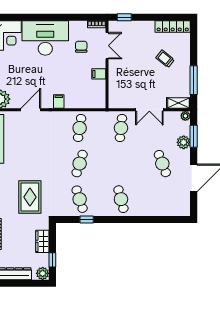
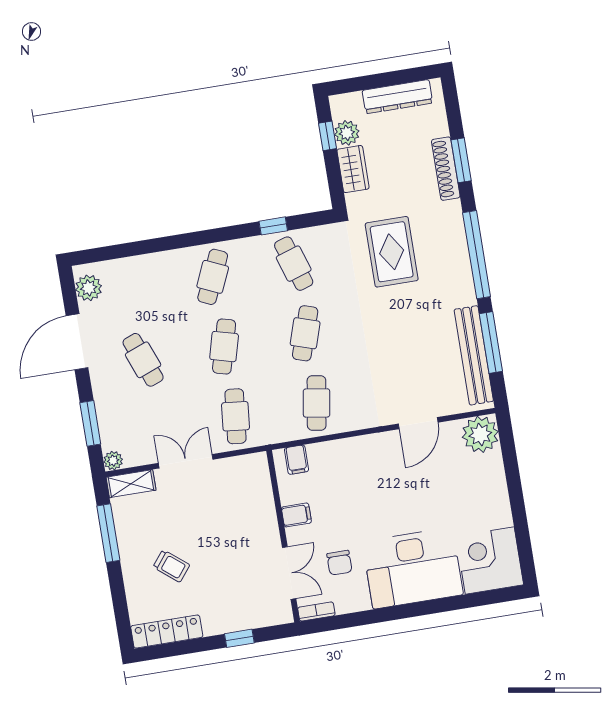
window: (124, 17) -> (239, 638), moved
double door: (107, 46) -> (289, 573), swing flipped
filing cabinet: (59, 101) -> (297, 460), moved
plant: (184, 142) -> (89, 288), moved
cafe table: (121, 164) -> (224, 347), added
cafe table: (121, 199) -> (213, 277), turned 39
plant: (43, 273) -> (347, 133), moved

